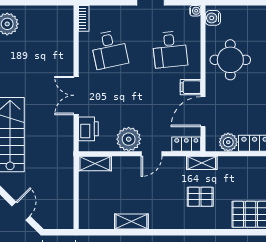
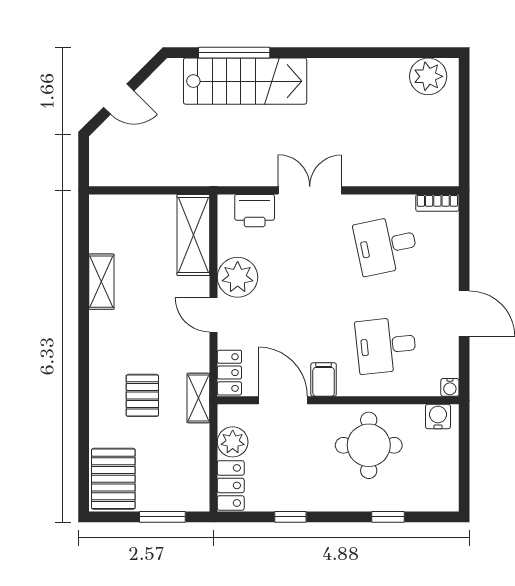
shelving: (95, 163) -> (193, 235), width x1.50, depth x1.33

